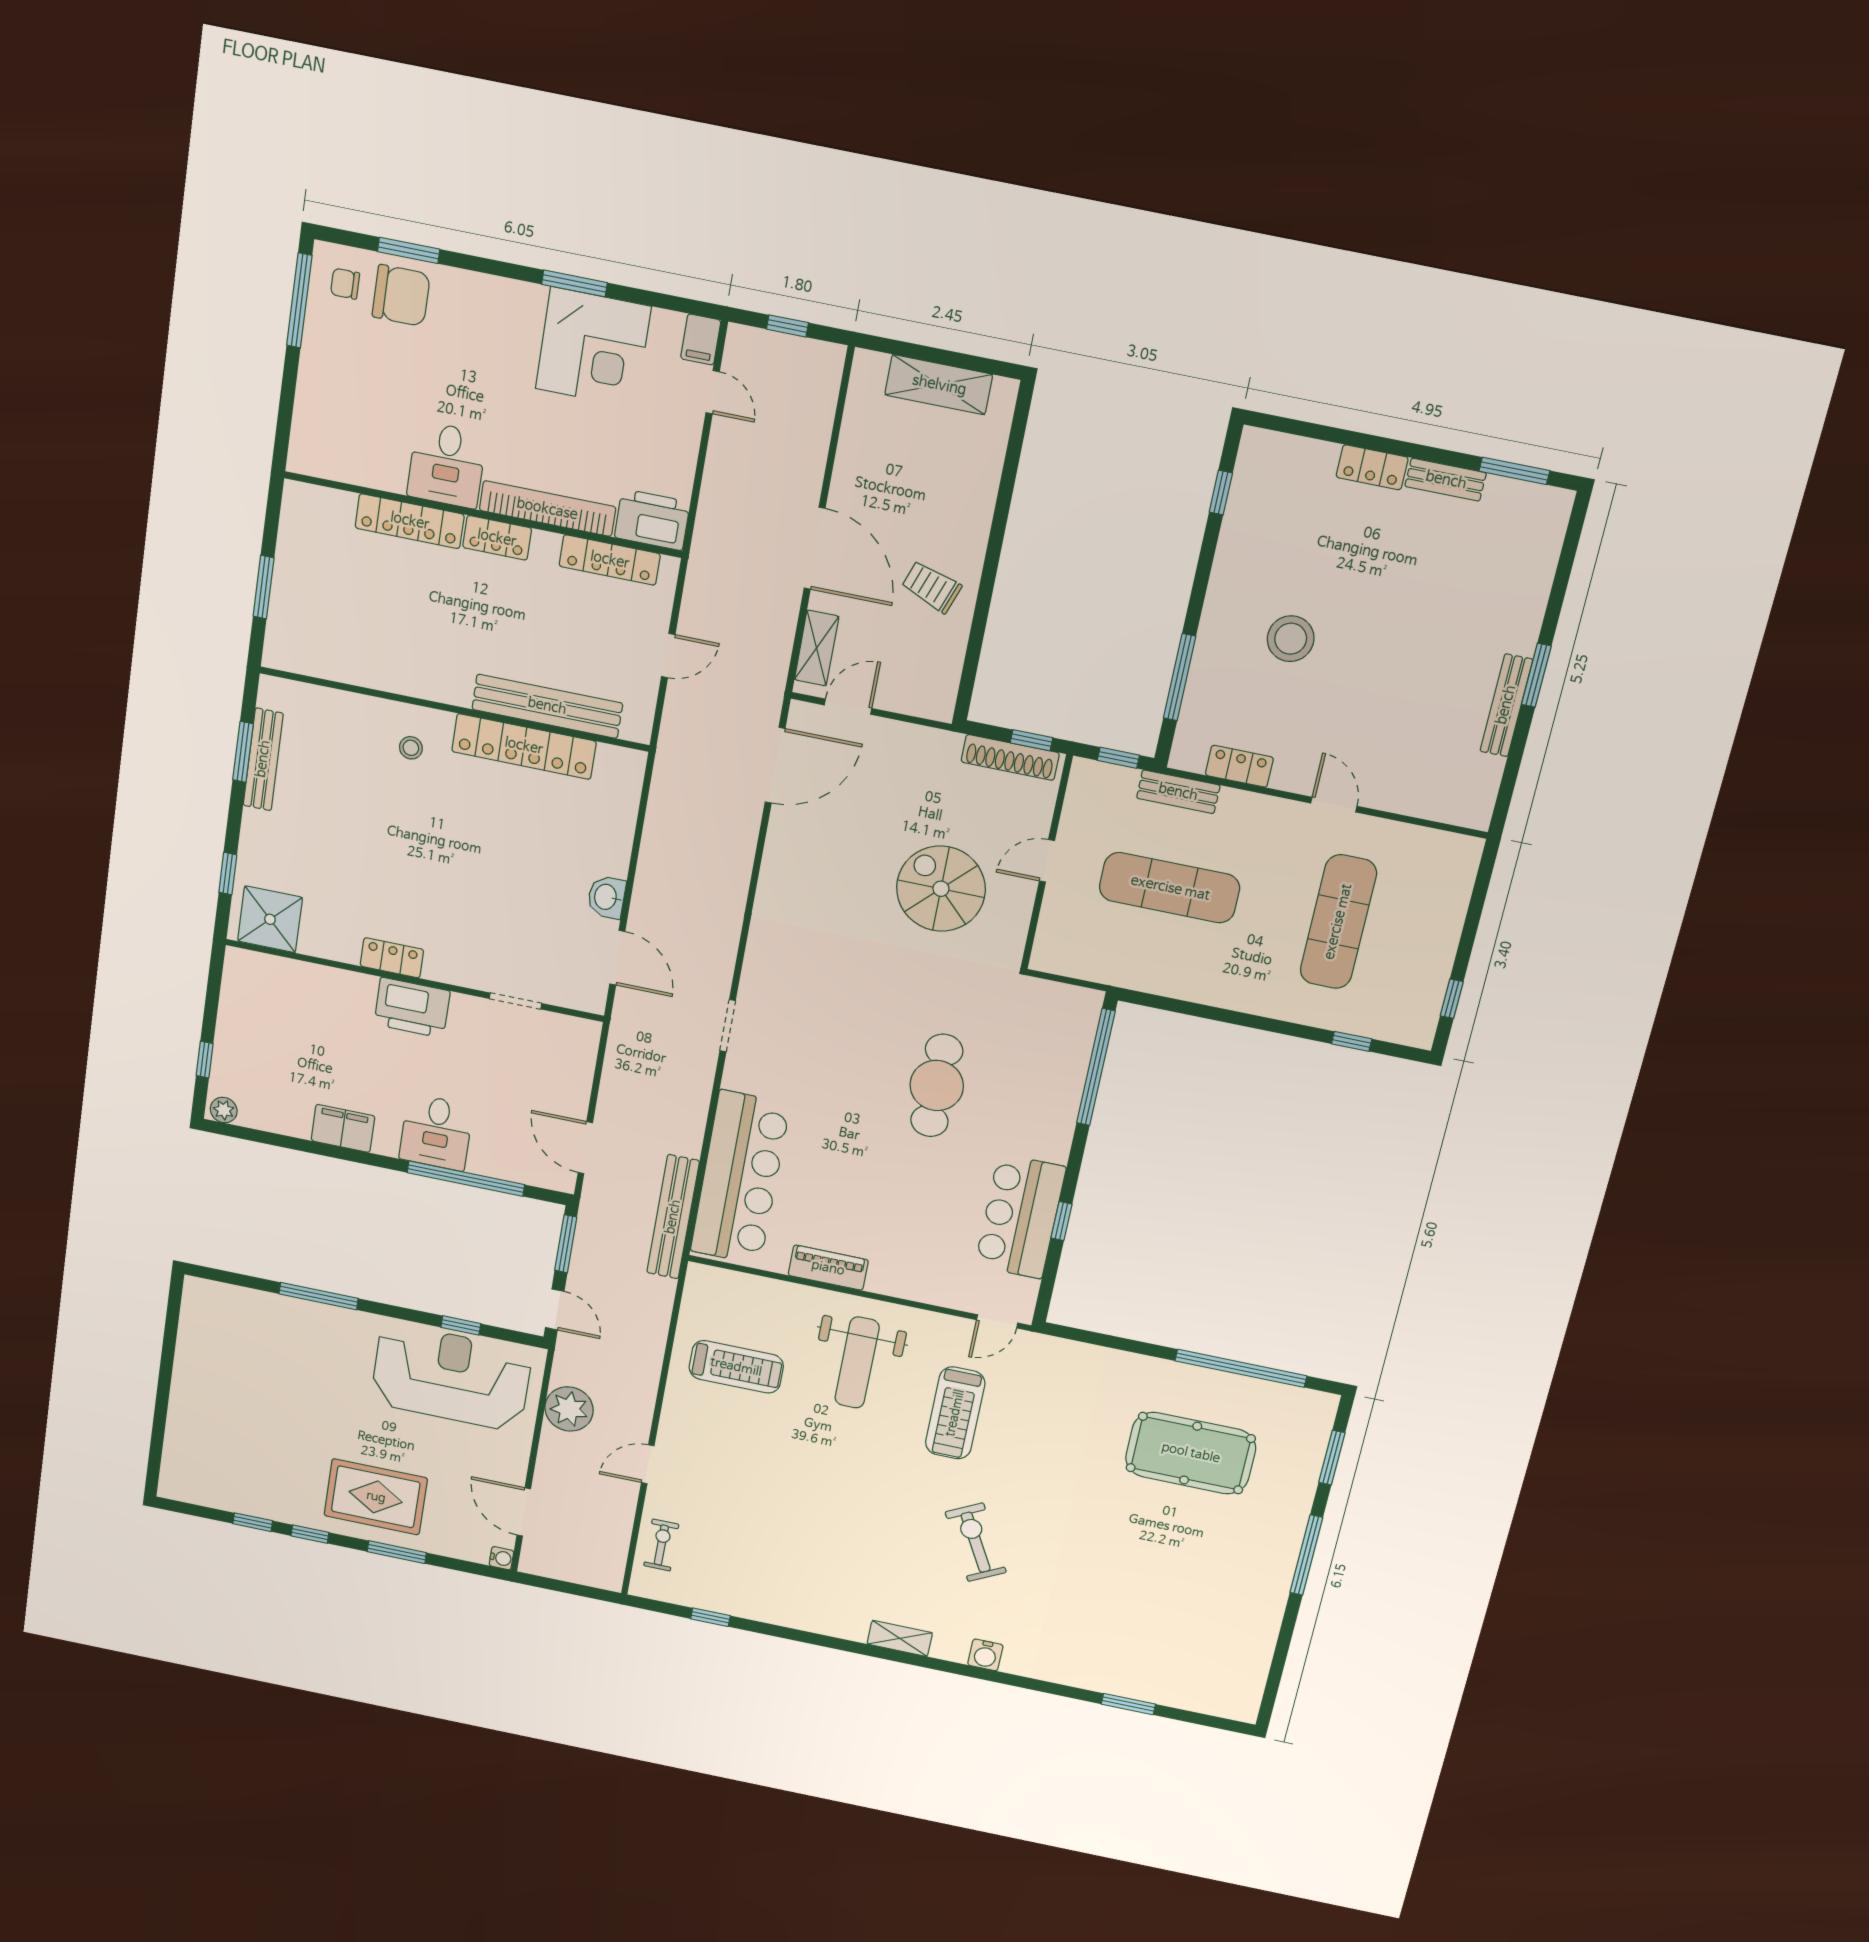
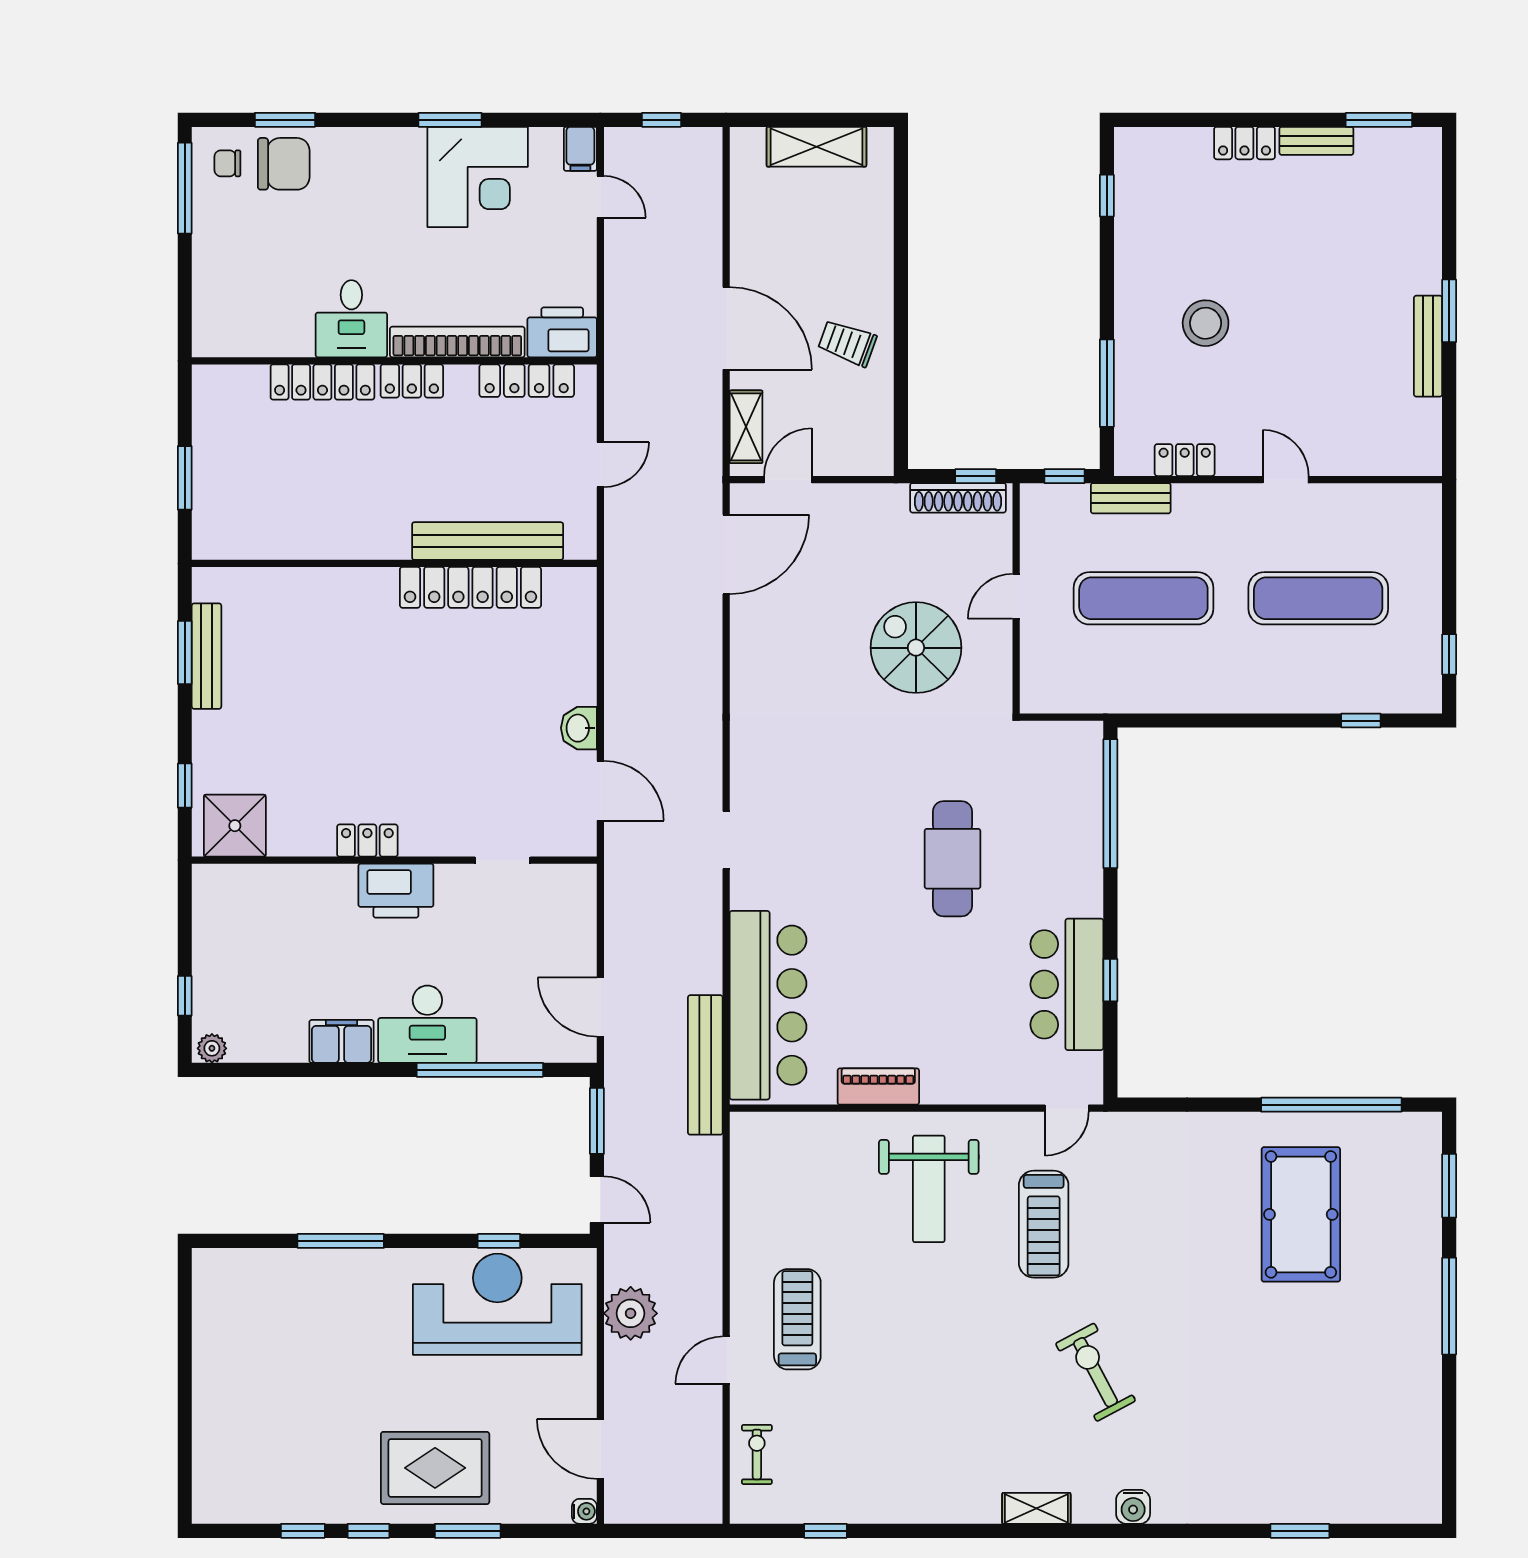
stool: (411, 748) -> (356, 613), removed
exercise mat: (1338, 922) -> (1318, 598), turned 90
desk: (436, 1132) -> (427, 1024), width x1.37
treadmill: (736, 1367) -> (797, 1319), moved, turned -90
pool table: (1191, 1453) -> (1301, 1214), turned 90

